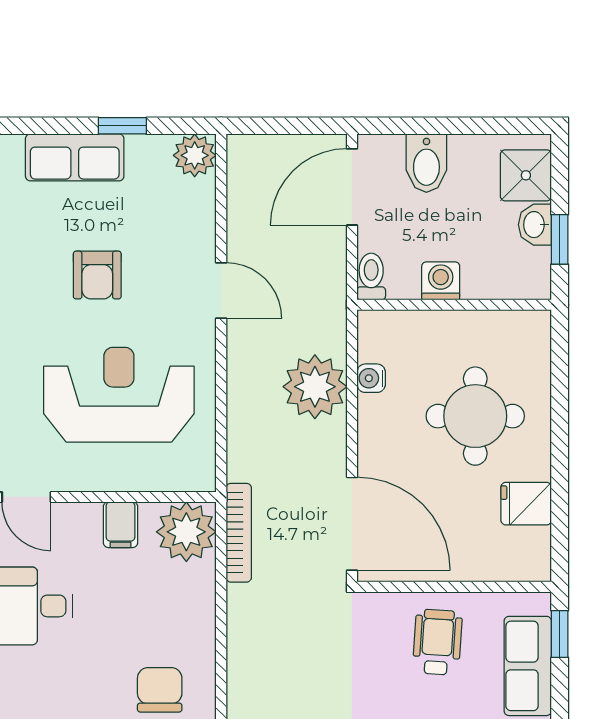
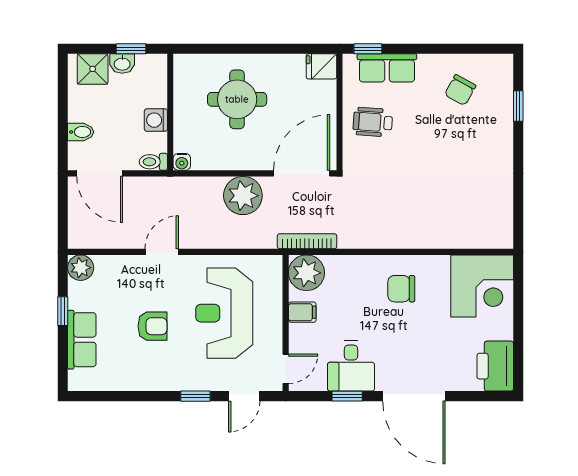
bidet: (426, 163) -> (81, 132), width x0.72, depth x0.74
water cooler: (371, 378) -> (182, 162), moved
plant: (315, 387) -> (243, 196), moved
fridge: (526, 504) -> (321, 66), moved, turned 90

